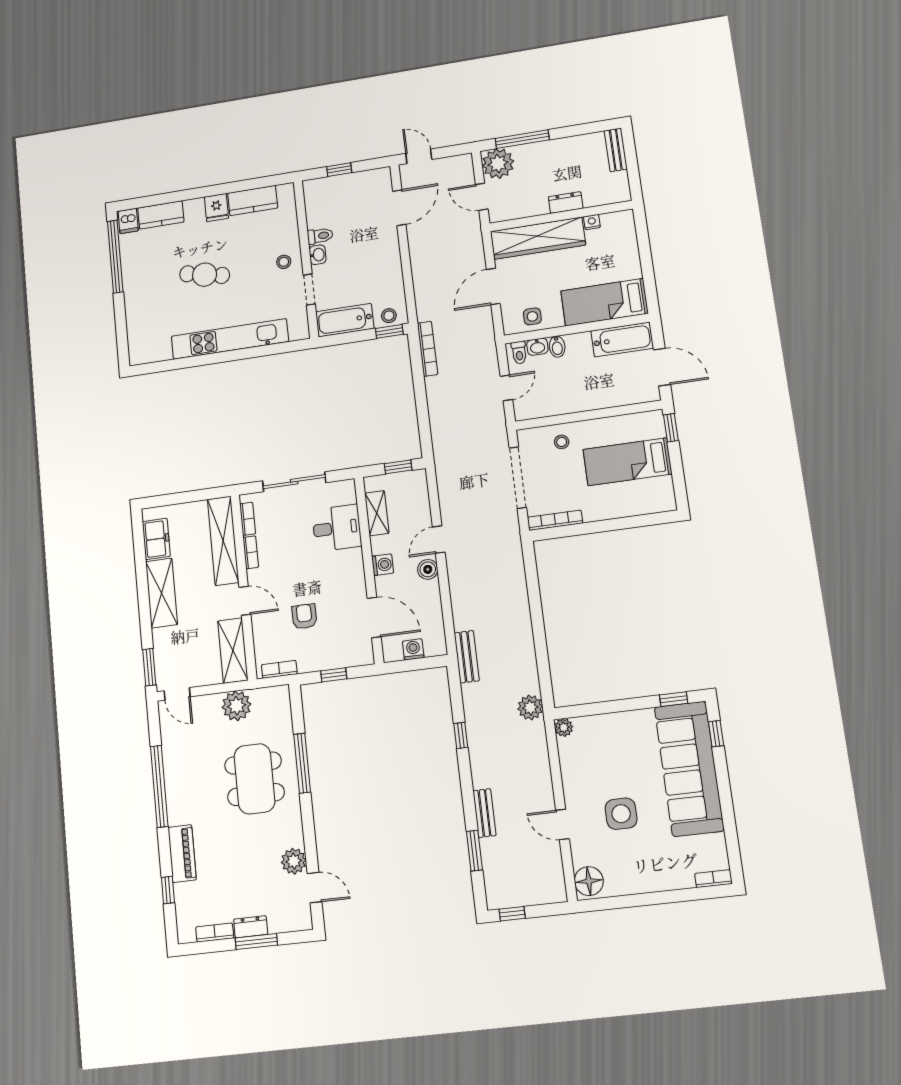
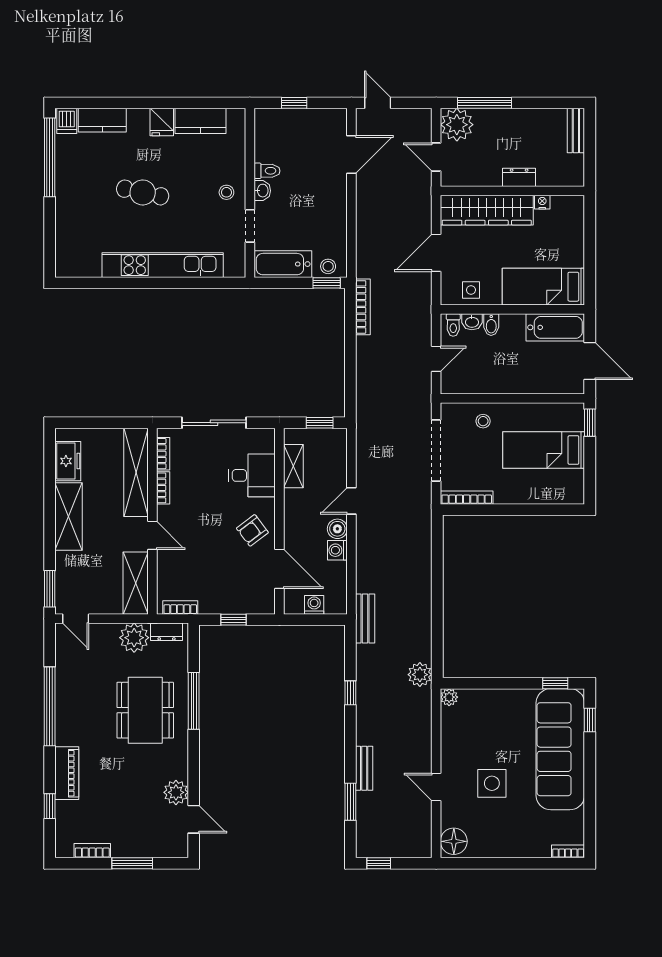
washing machine: (383, 565) -> (337, 550), moved, turned 180
armchair: (304, 616) -> (252, 530), moved, turned -127
dresser: (251, 927) -> (167, 632), moved, turned 180

